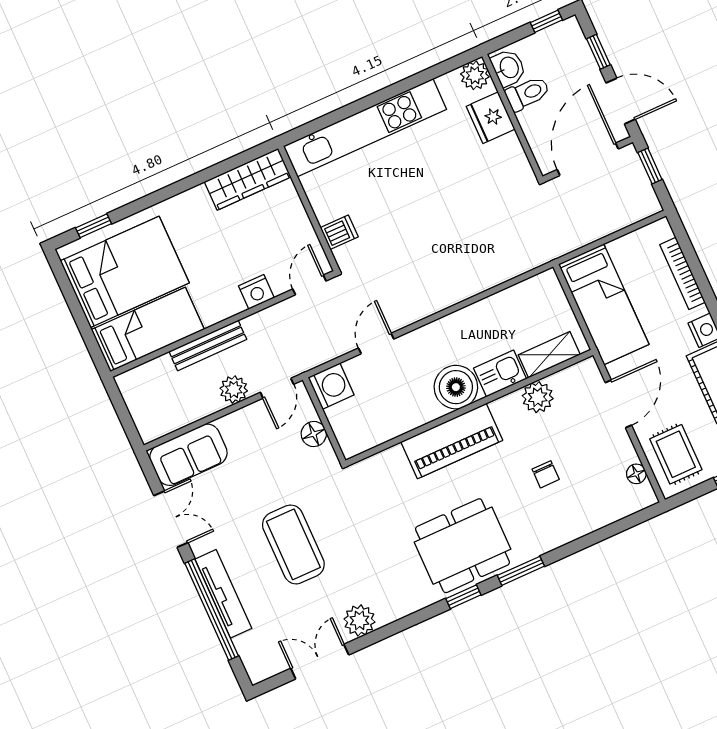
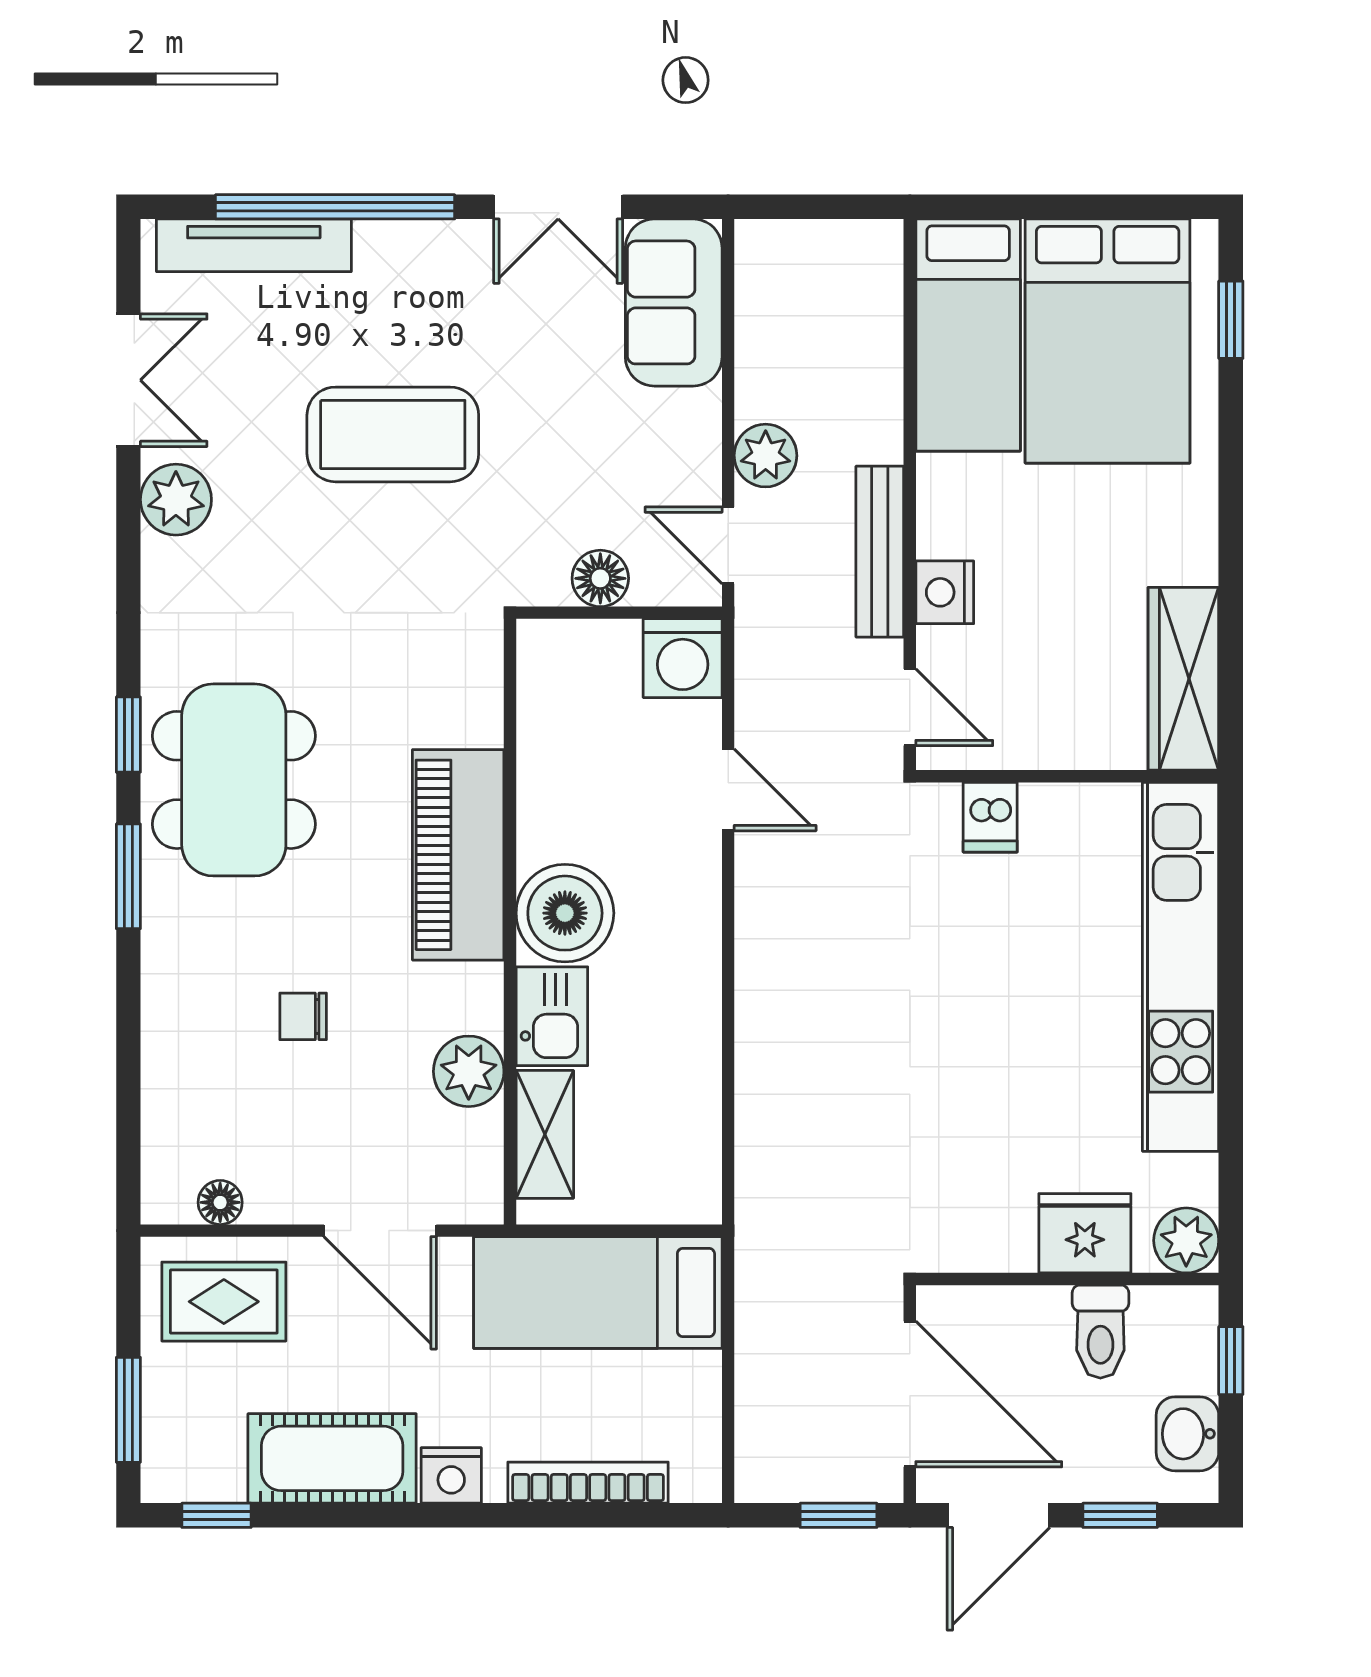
window: (546, 21) -> (1231, 1361), moved
washbasin: (509, 68) -> (1187, 1434), moved, turned 90
bench: (208, 345) -> (880, 552), moved
tv unit: (223, 594) -> (254, 245), moved

